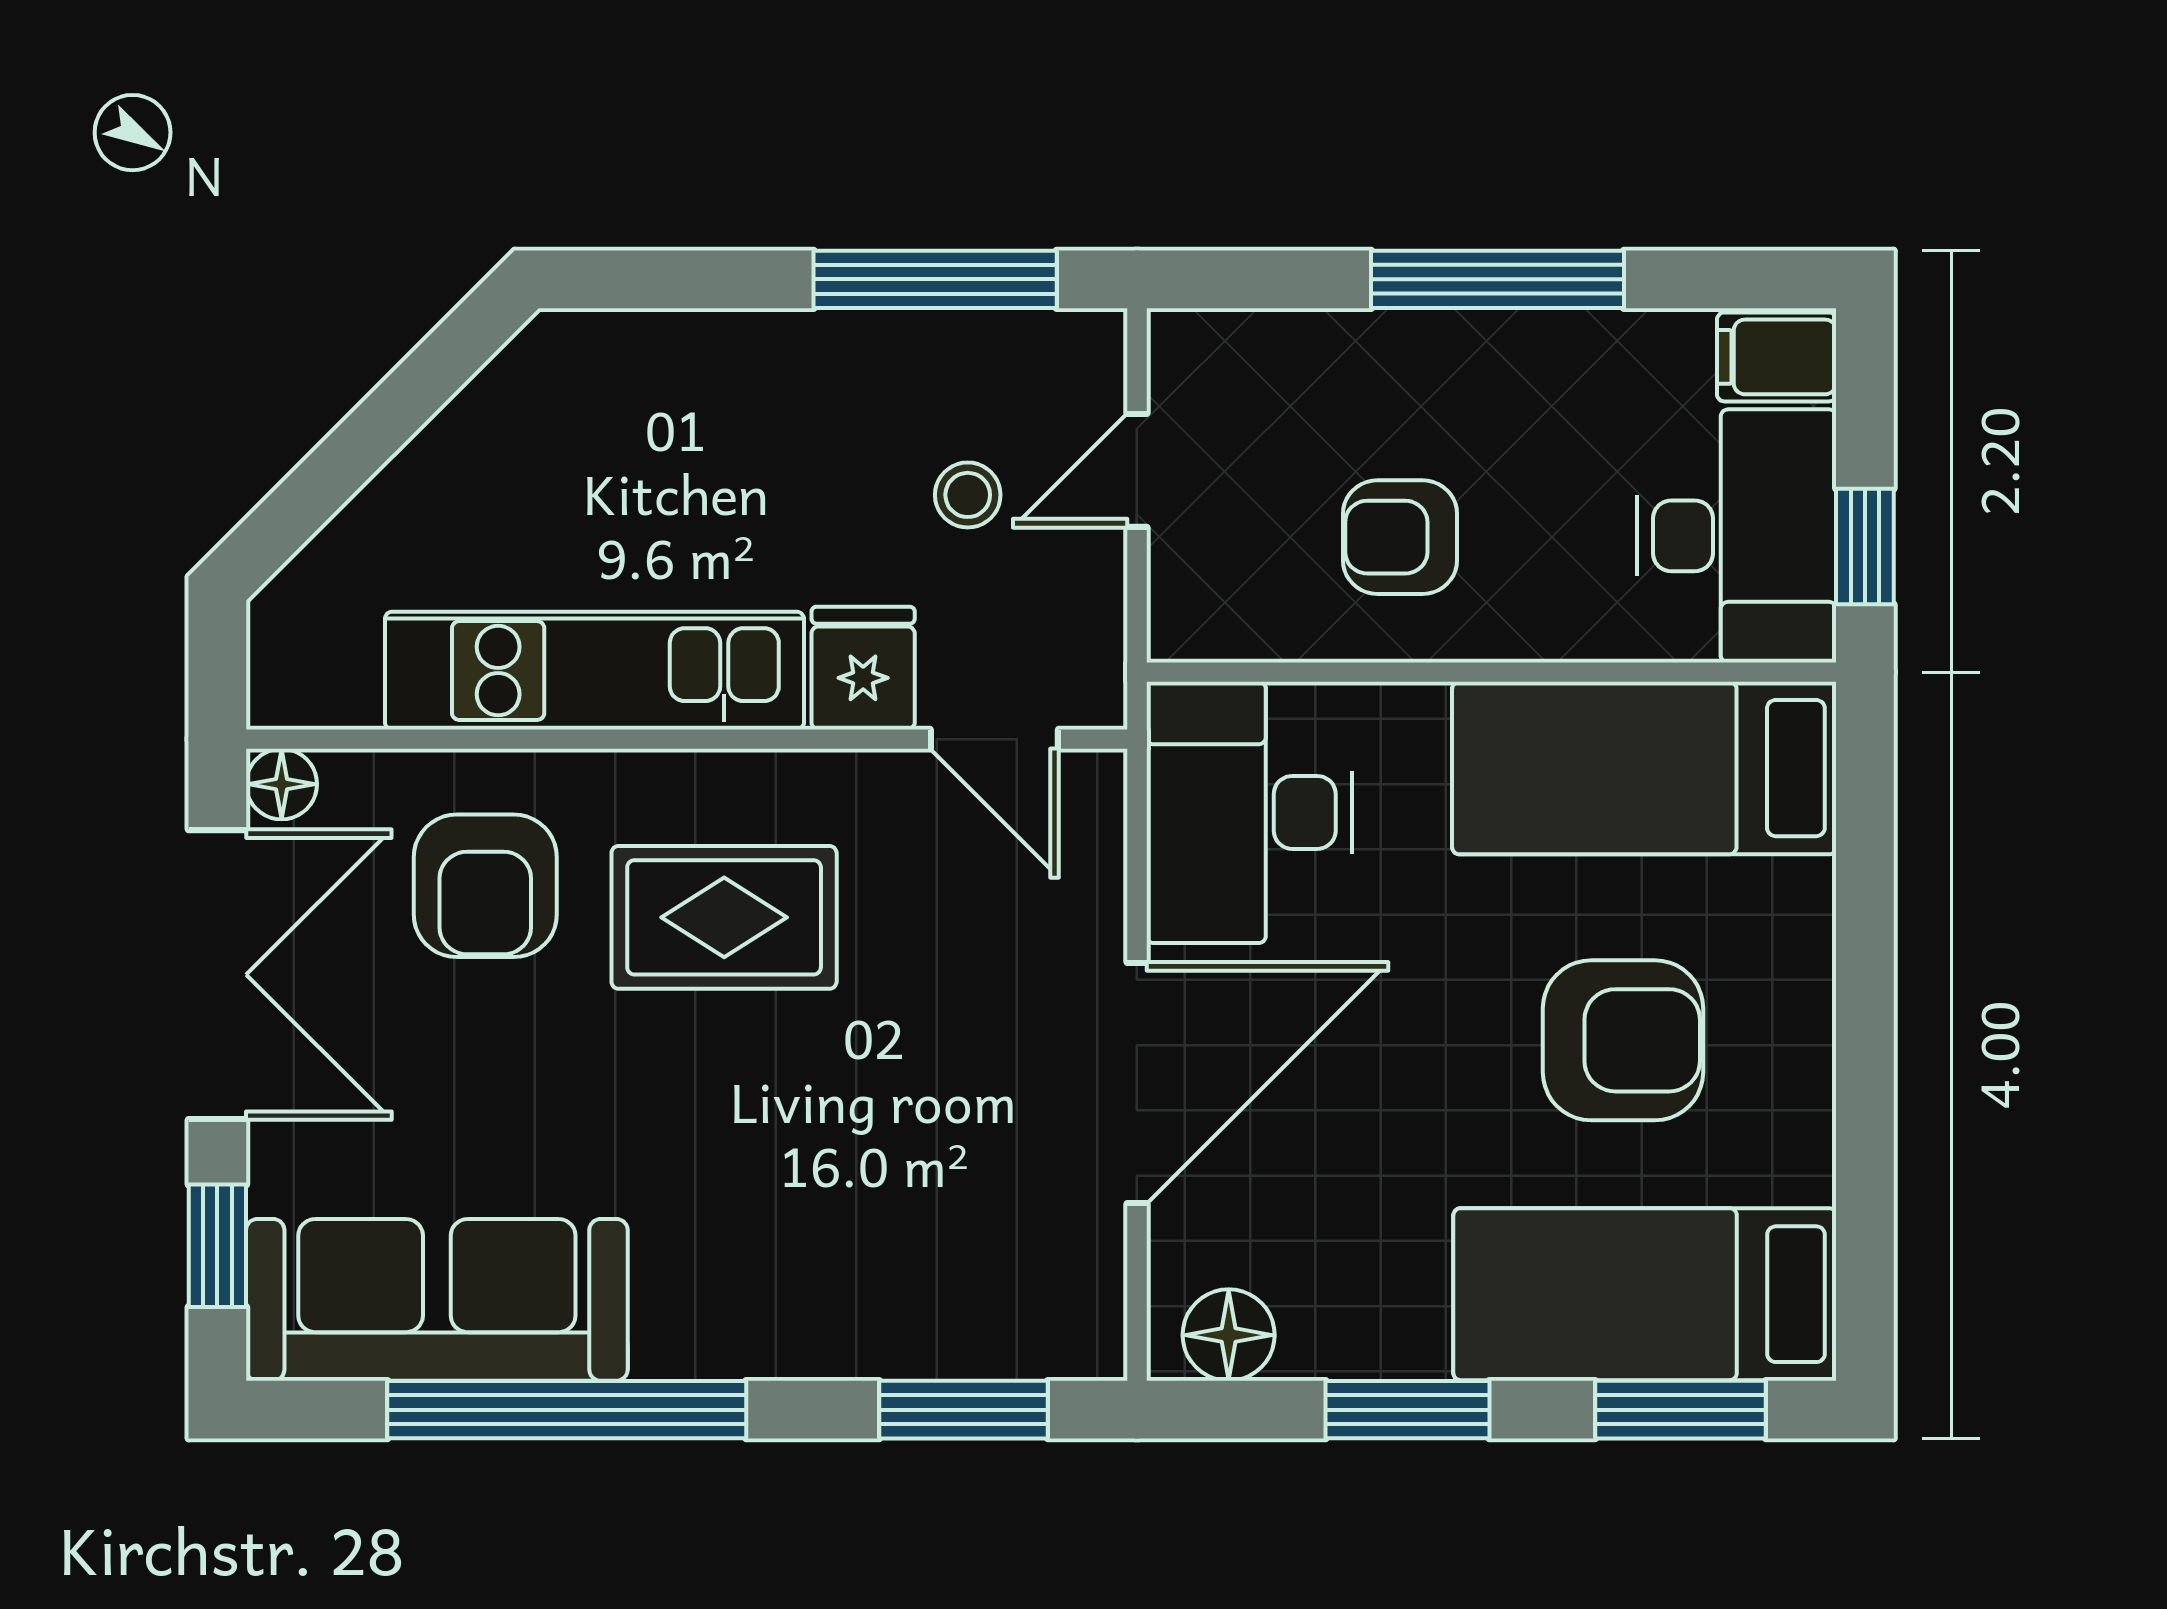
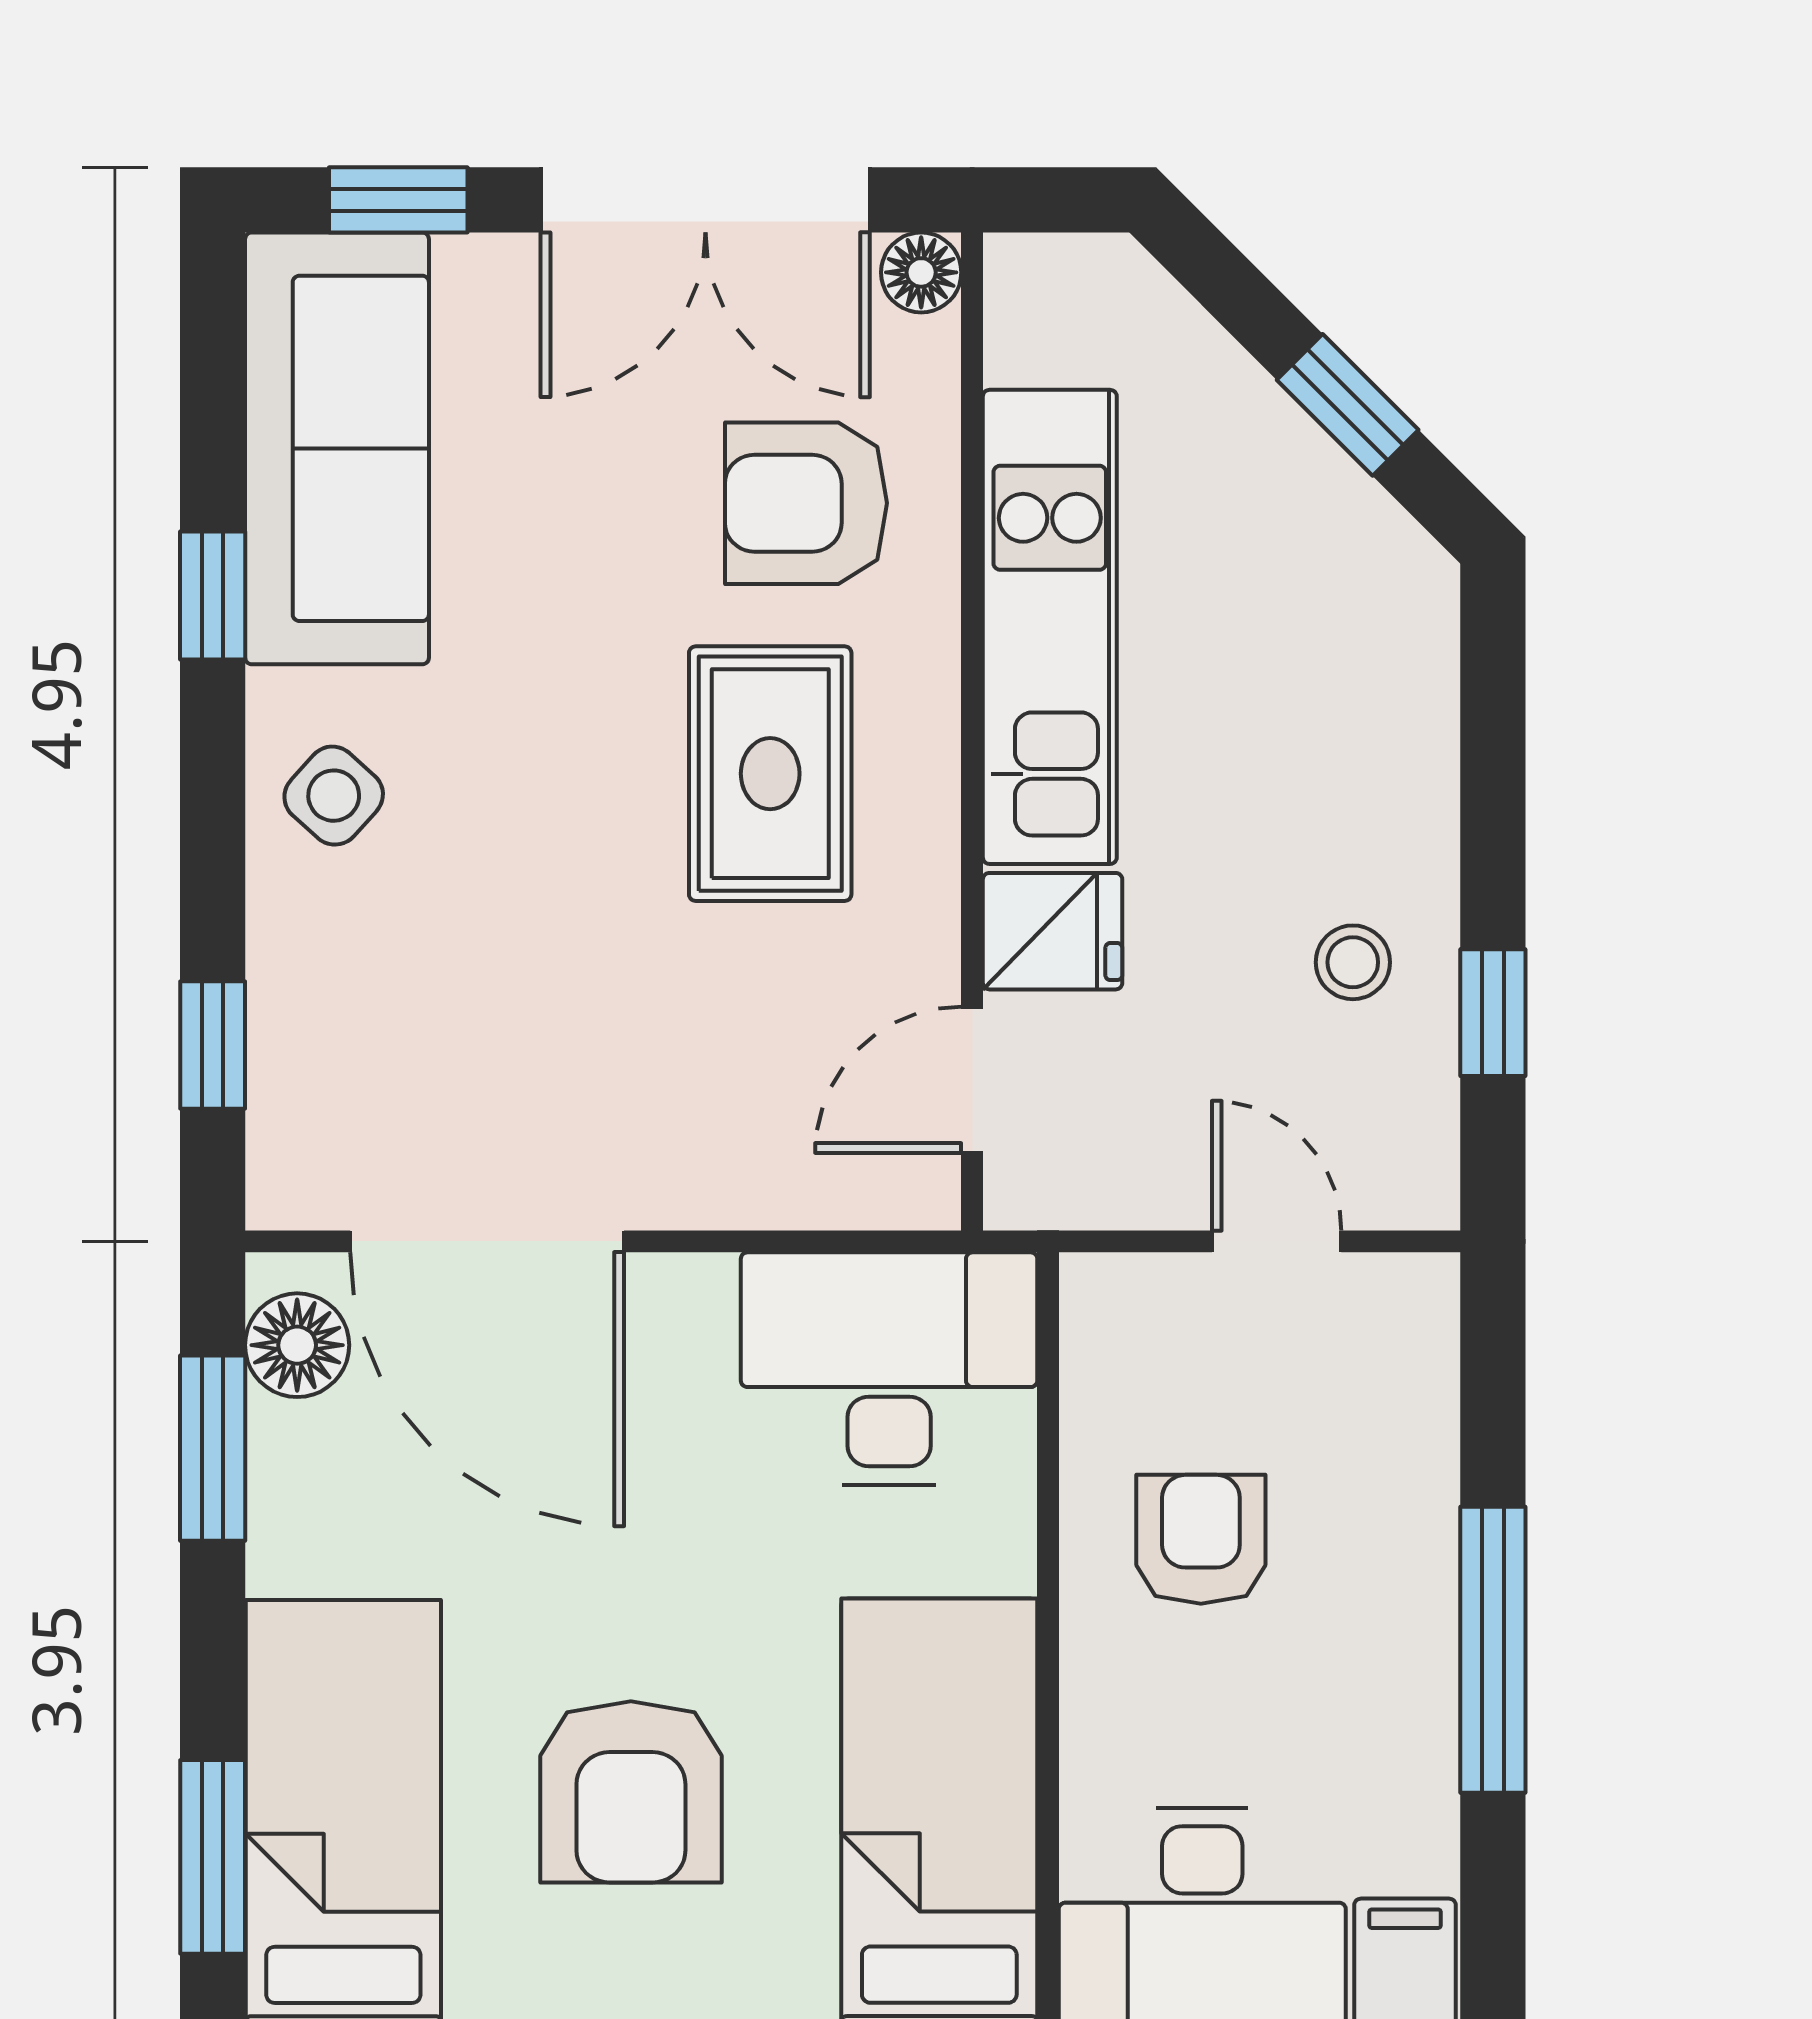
window: (935, 279) -> (1493, 1013), width x0.46
window: (398, 408) -> (1348, 405), added
stool: (968, 495) -> (1353, 962), moved
door: (1137, 1083) -> (487, 1241), moved
side table: (743, 1303) -> (334, 796), added
window: (567, 1410) -> (213, 595), width x0.32
window: (964, 1410) -> (213, 1045), width x0.67
window: (1407, 1410) -> (213, 1448), moved

